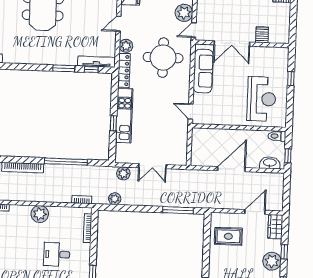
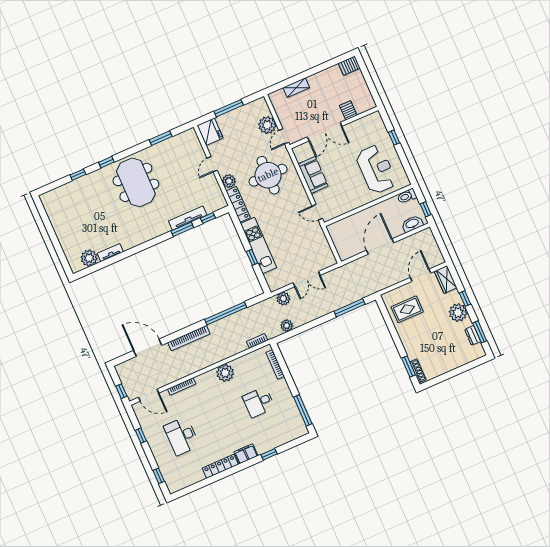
tv unit: (97, 62) -> (188, 218), moved
sofa: (203, 71) -> (313, 175), width x0.73

